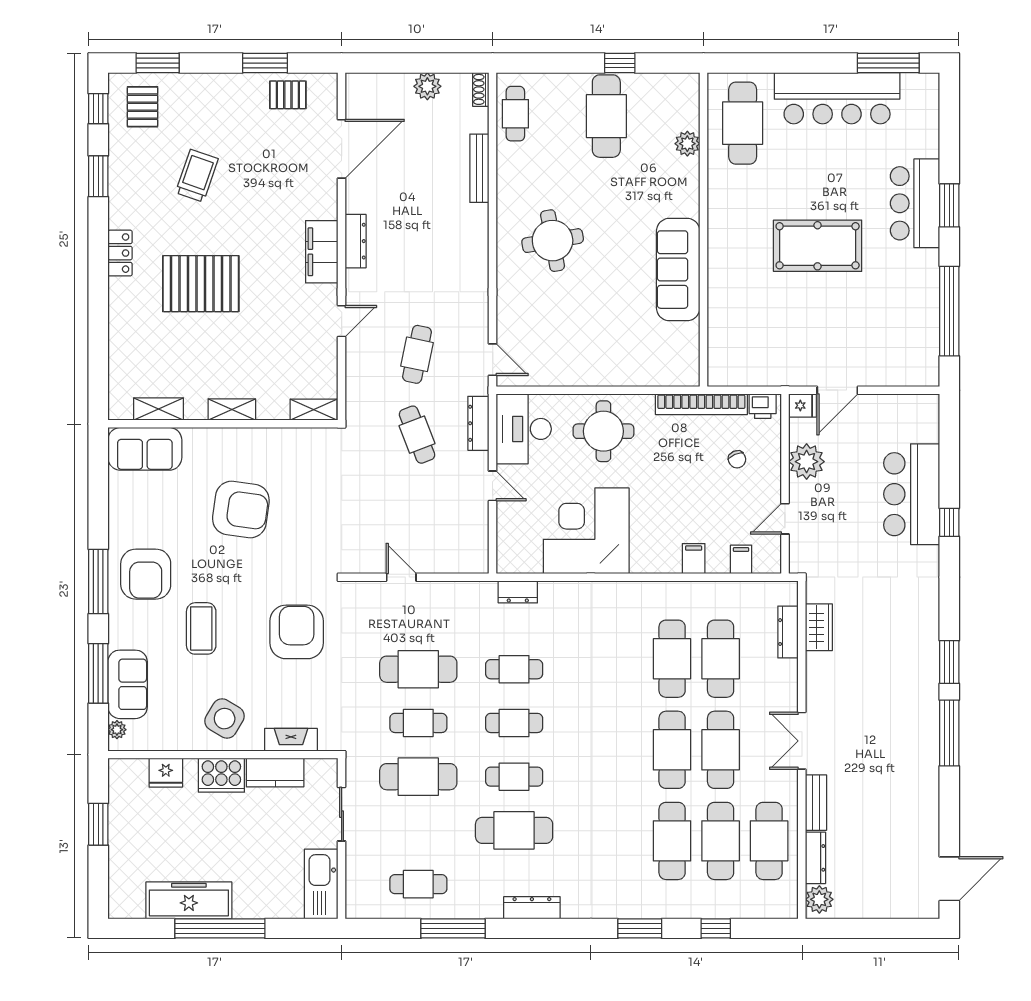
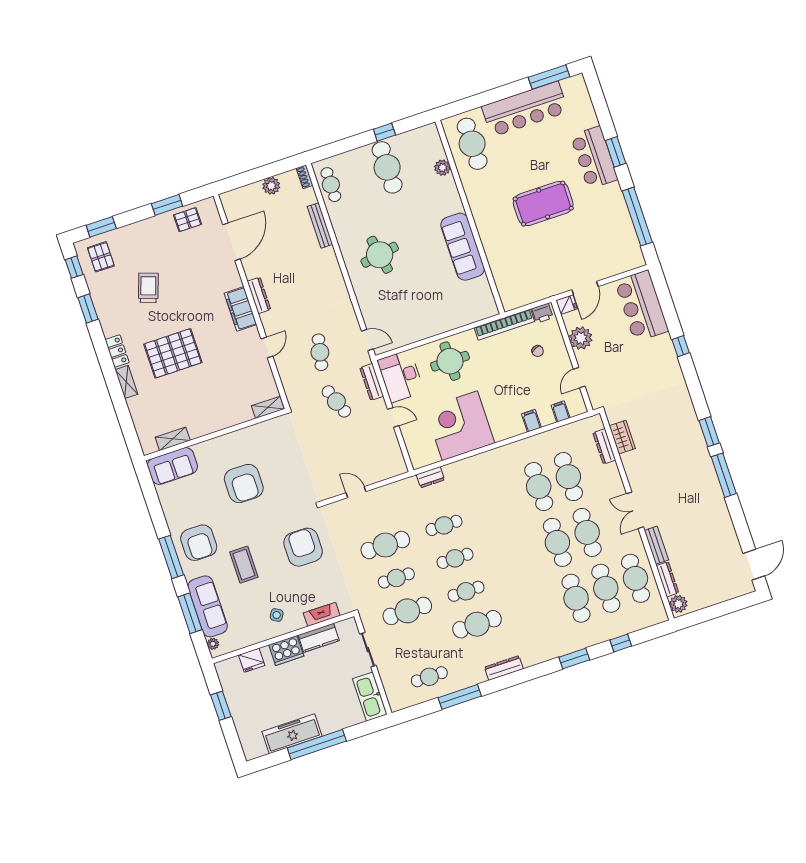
shelving: (232, 410) -> (126, 382), moved, turned 90
bar counter: (912, 494) -> (642, 306), moved
armchair: (241, 510) -> (244, 484), turned 82
sofa: (128, 684) -> (208, 606), width x1.36
side table: (225, 719) -> (277, 615), width x0.54, depth x0.54

